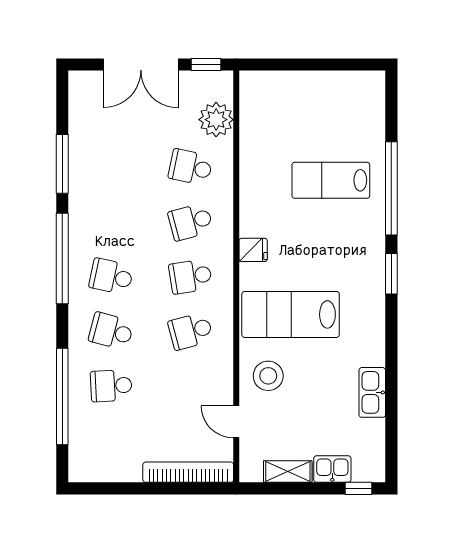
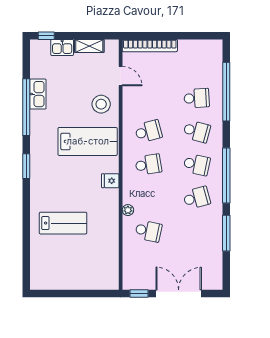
plant: (216, 120) -> (128, 210), moved, width x0.53, depth x0.53
window: (391, 188) -> (26, 107), moved
school desk: (191, 222) -> (197, 198), moved

